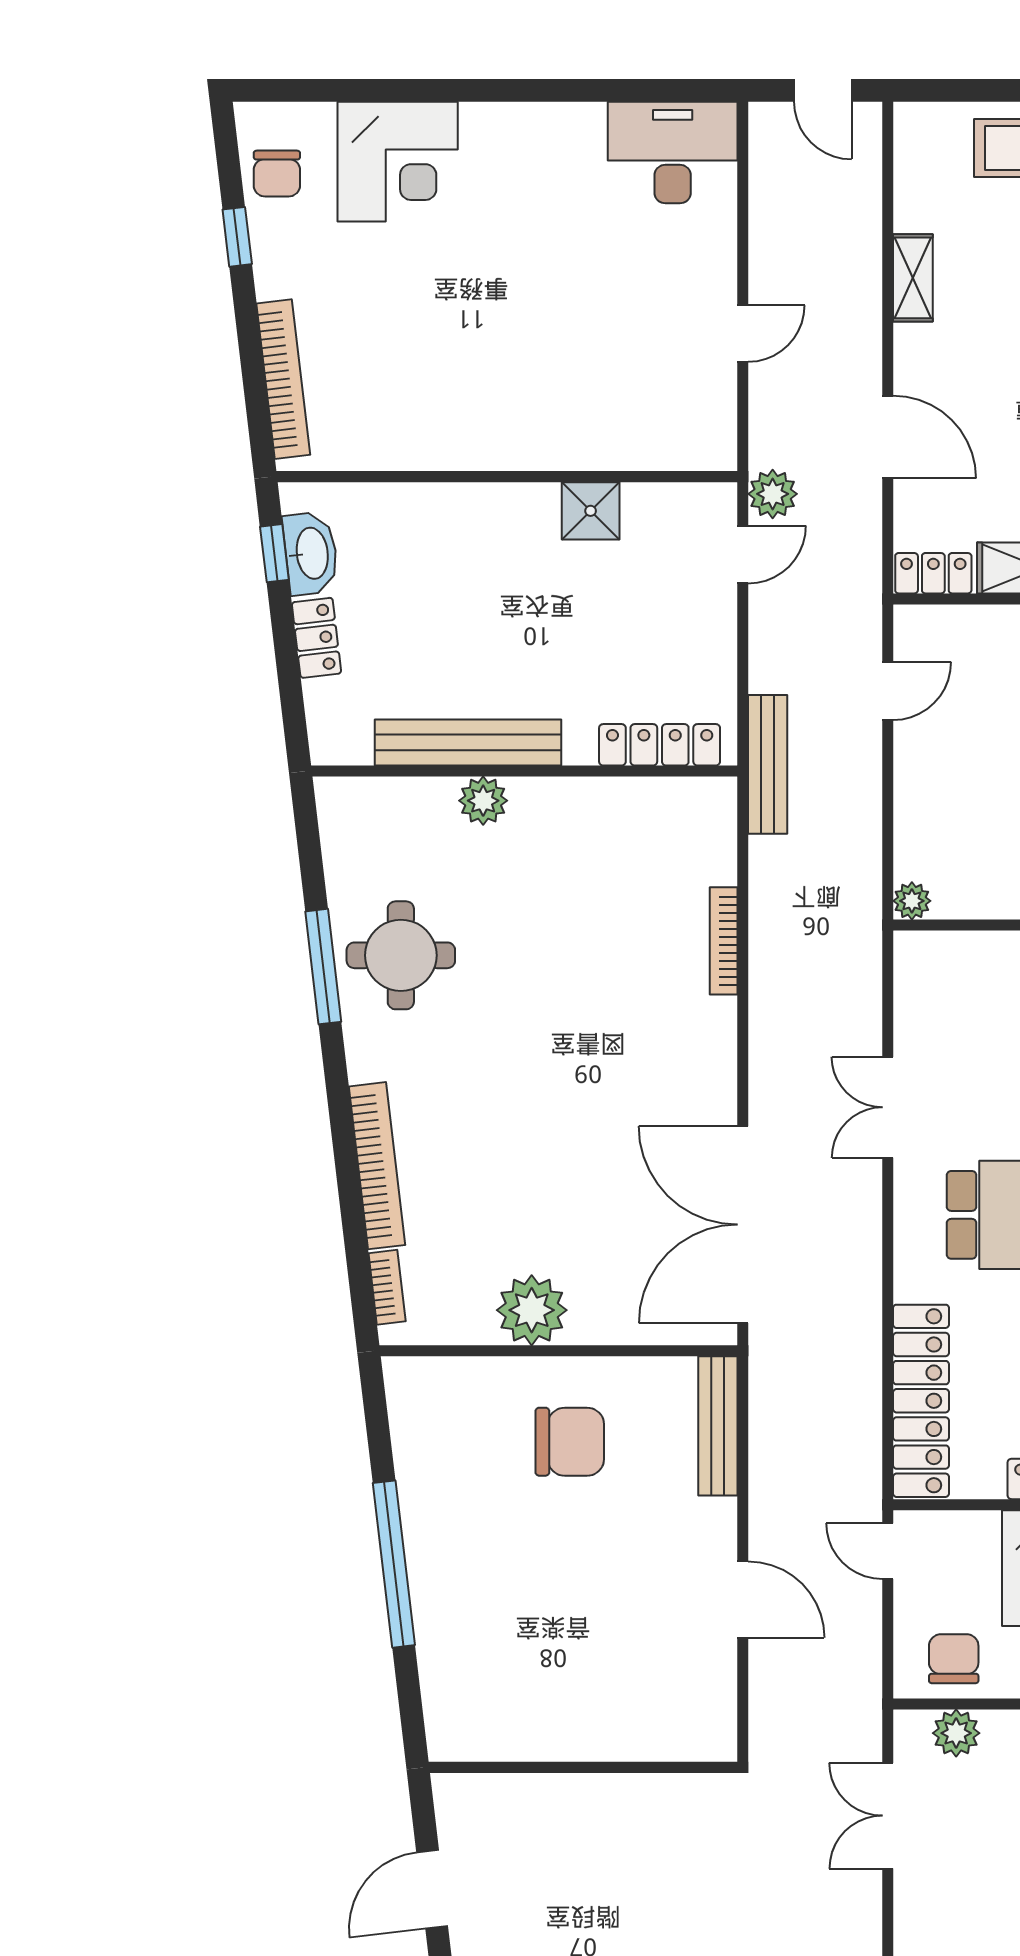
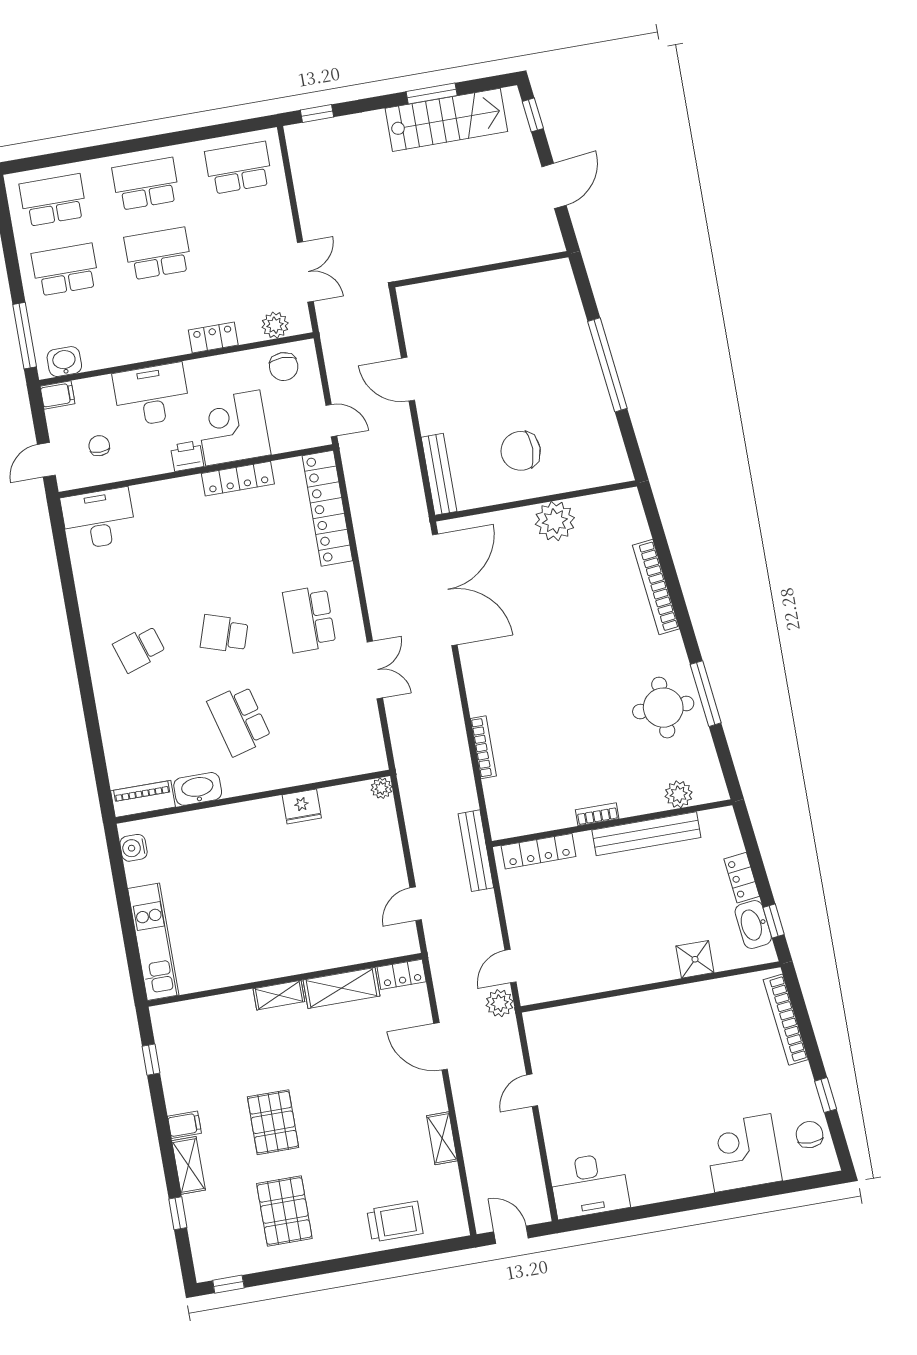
shower: (591, 511) -> (695, 959), moved
plant: (483, 801) -> (679, 794), moved
bookcase: (387, 1287) -> (597, 814), moved, turned 97

